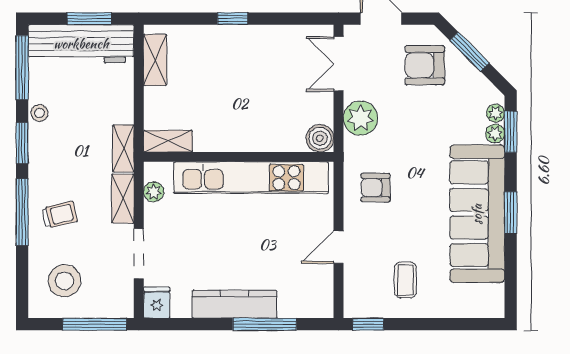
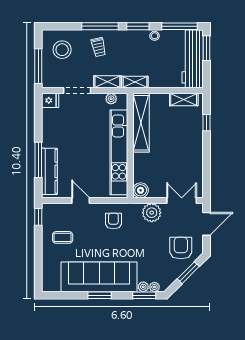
window: (89, 19) -> (207, 48), moved
window: (233, 19) -> (207, 123), moved
shelving: (168, 141) -> (141, 123), width x2.20, depth x1.33
kitchen counter: (235, 304) -> (49, 171), moved

